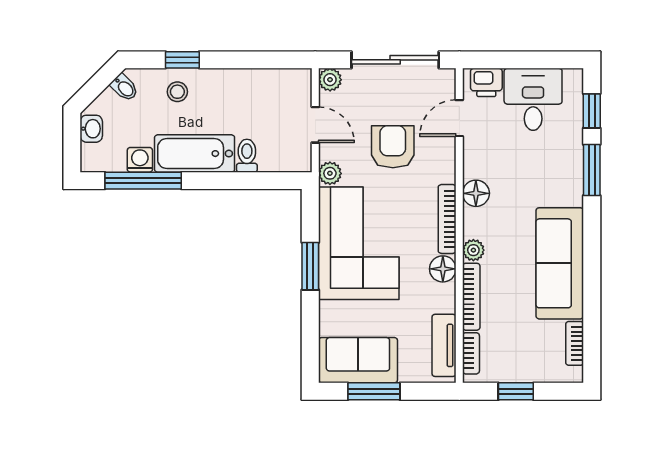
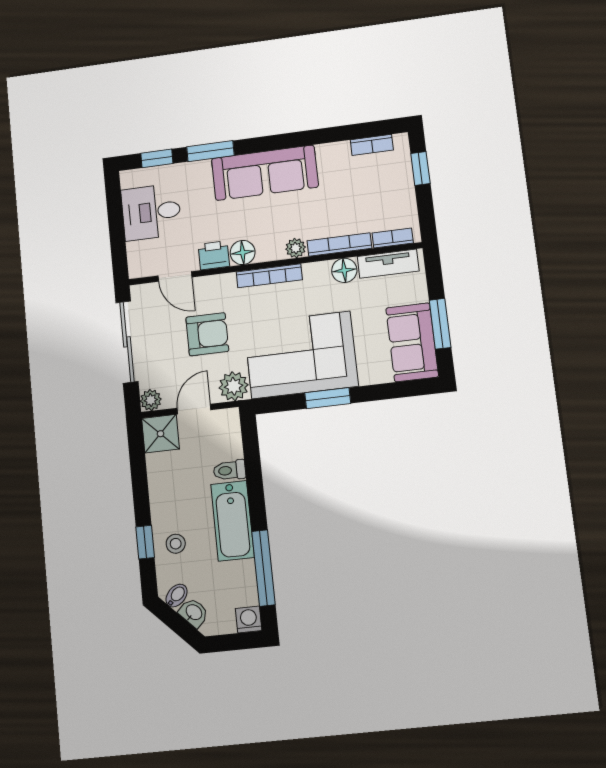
printer: (486, 82) -> (214, 255), moved, turned -90
shower: (293, 87) -> (161, 434), added
washbasin: (91, 129) -> (194, 613), moved, turned 45
armchair: (393, 147) -> (207, 334), turned 180
washing machine: (140, 160) -> (249, 620), moved, turned 90
plant: (330, 173) -> (234, 386), width x1.38, depth x1.38
sofa: (560, 263) -> (265, 173), moved
floor lamp: (443, 269) -> (344, 270), moved
window: (516, 391) -> (420, 168), moved

